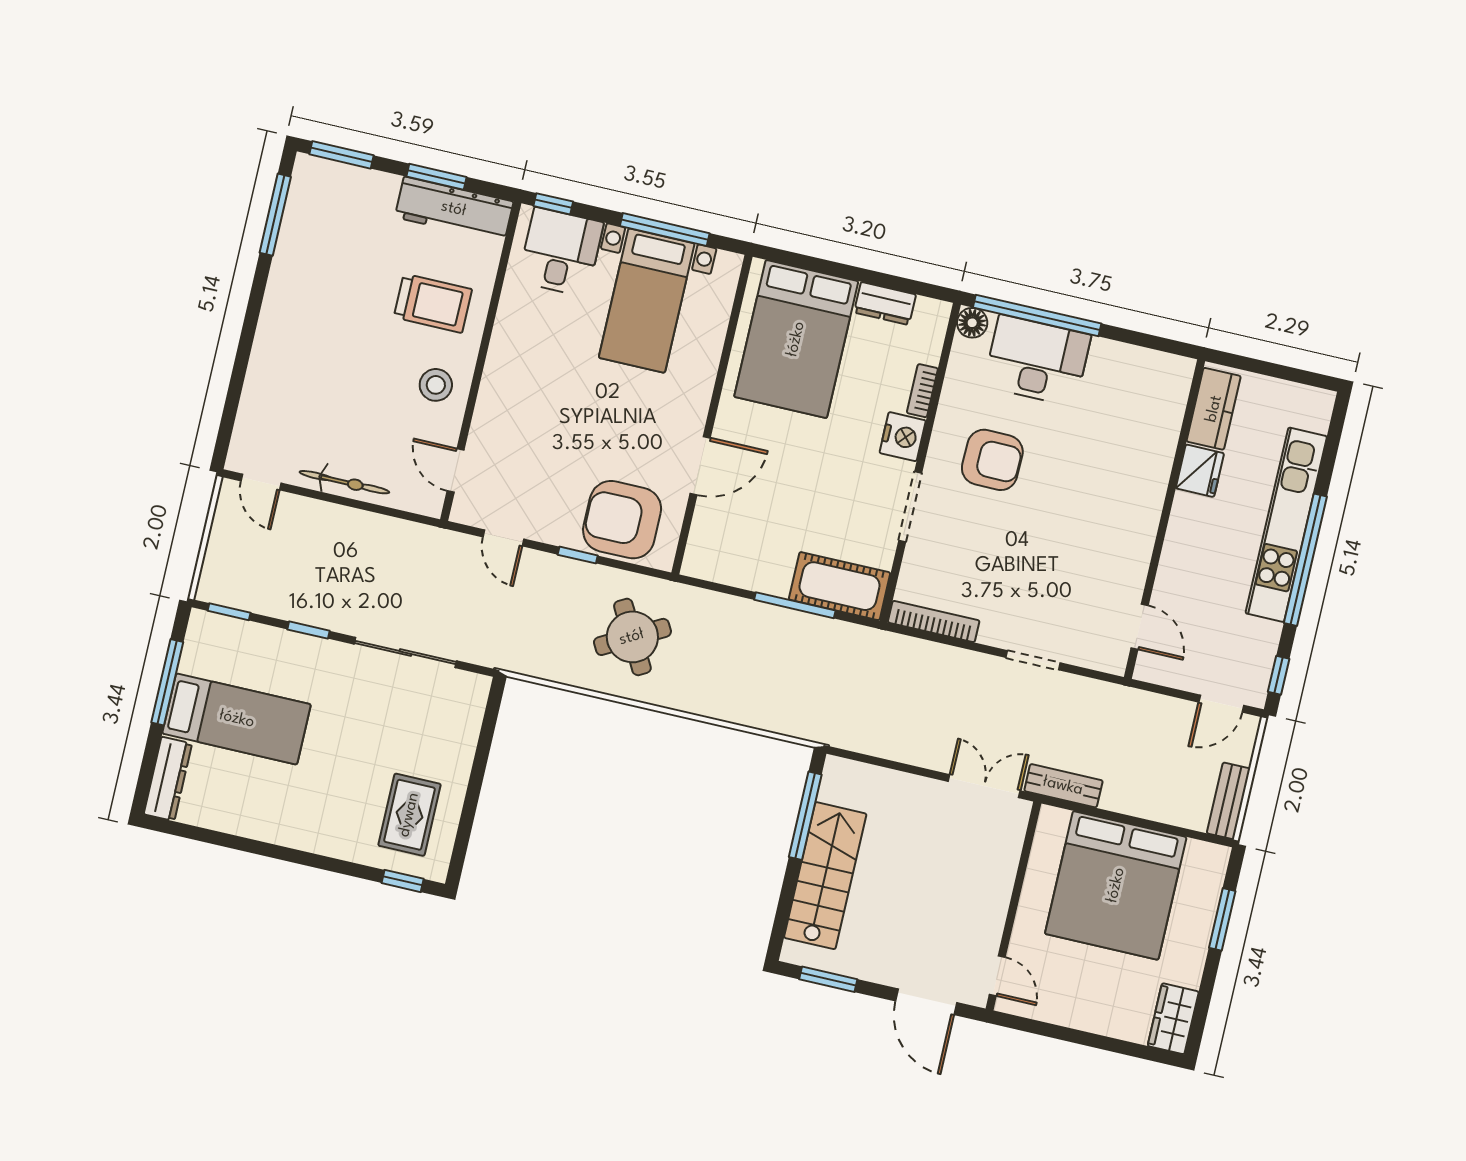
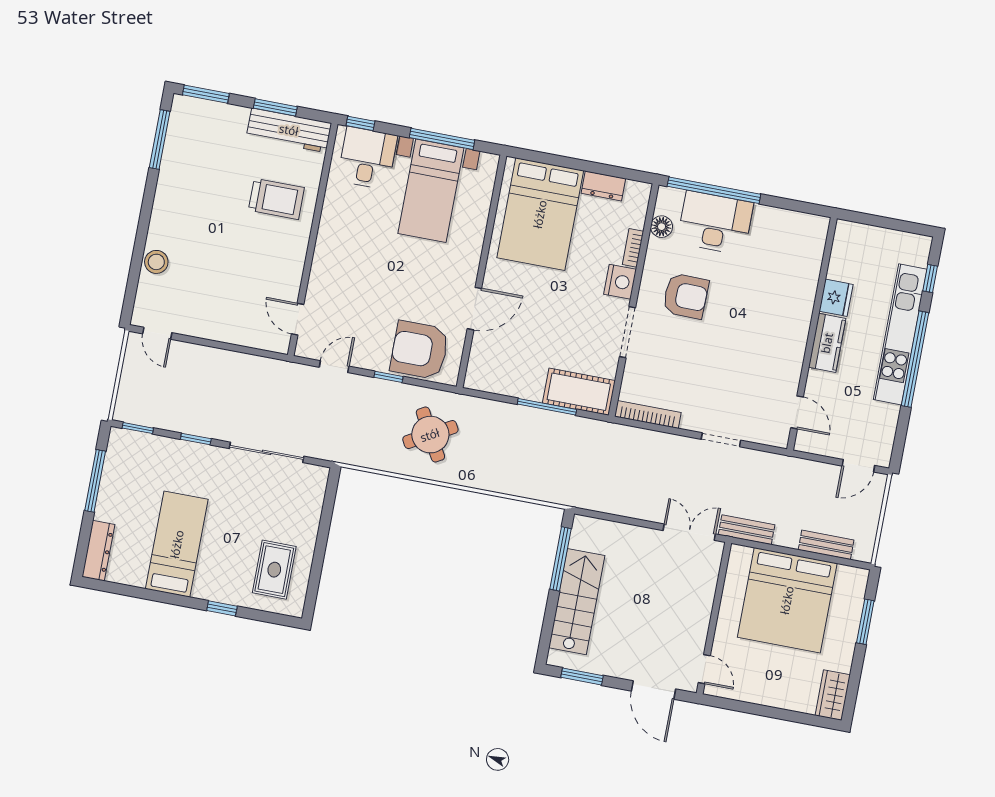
floor lamp: (972, 323) -> (662, 227), moved
stool: (436, 385) -> (156, 262), moved
kitchen counter: (1214, 409) -> (827, 343), moved
bicycle: (344, 482) -> (218, 331), removed
door: (503, 538) -> (334, 367), swing flipped
window: (1279, 675) -> (930, 279), moved
bed: (237, 719) -> (177, 544), moved, turned -90
bench: (1228, 801) -> (826, 545), moved, turned 90
window: (403, 881) -> (222, 608), moved

